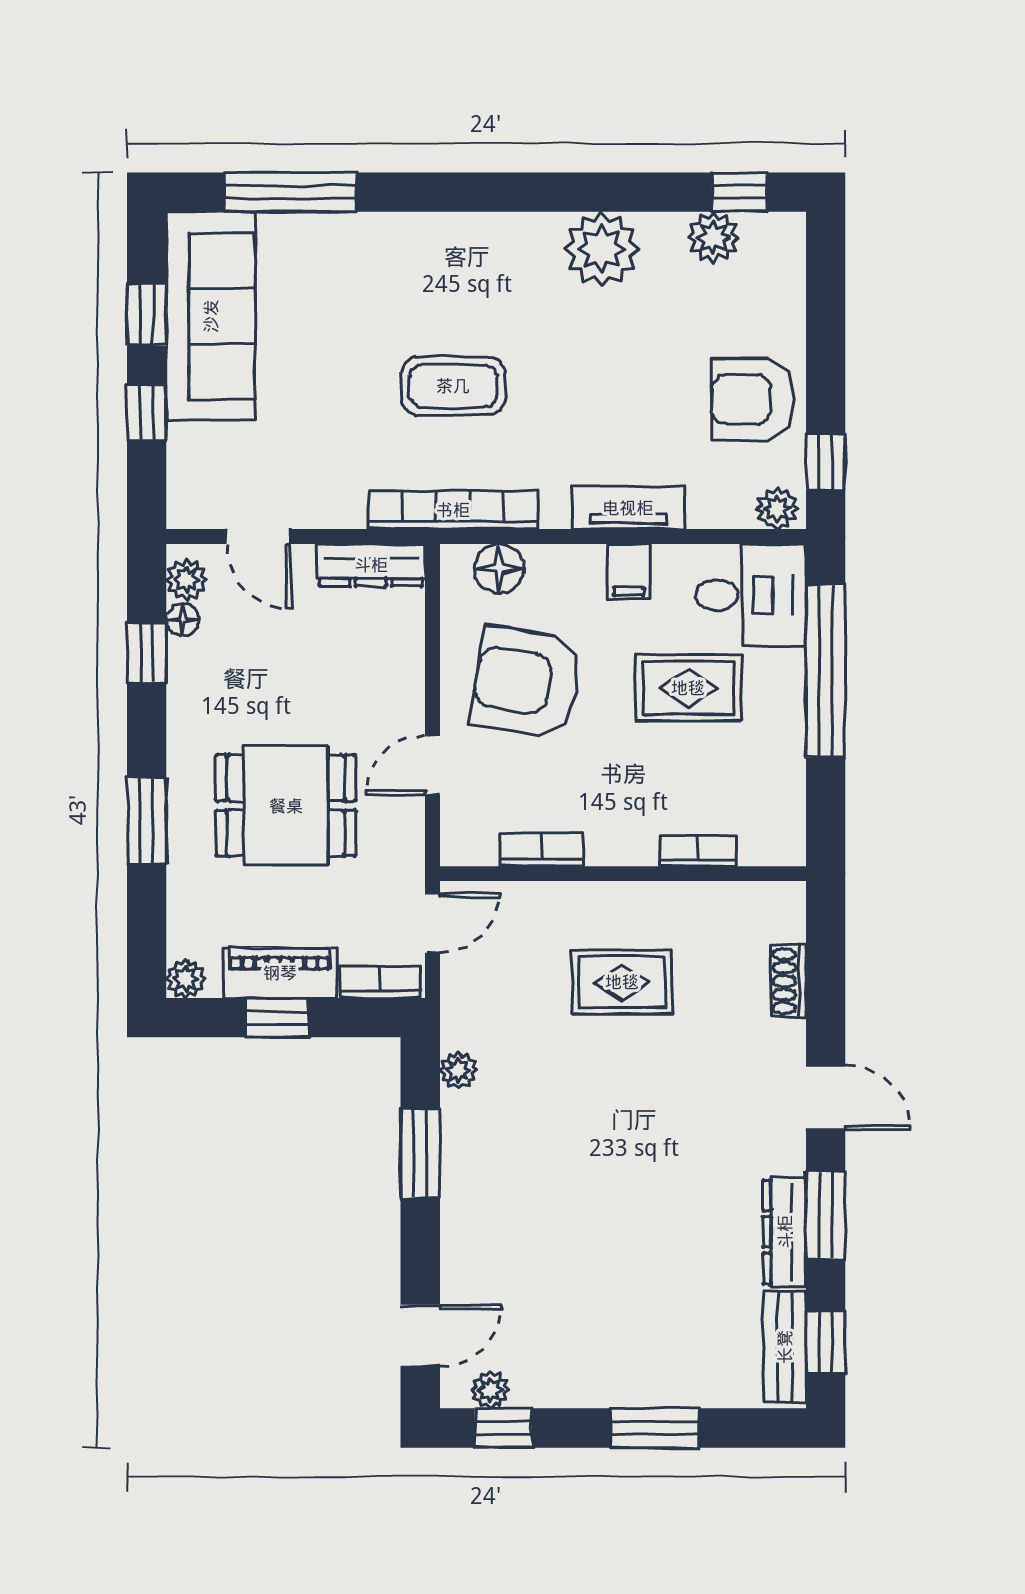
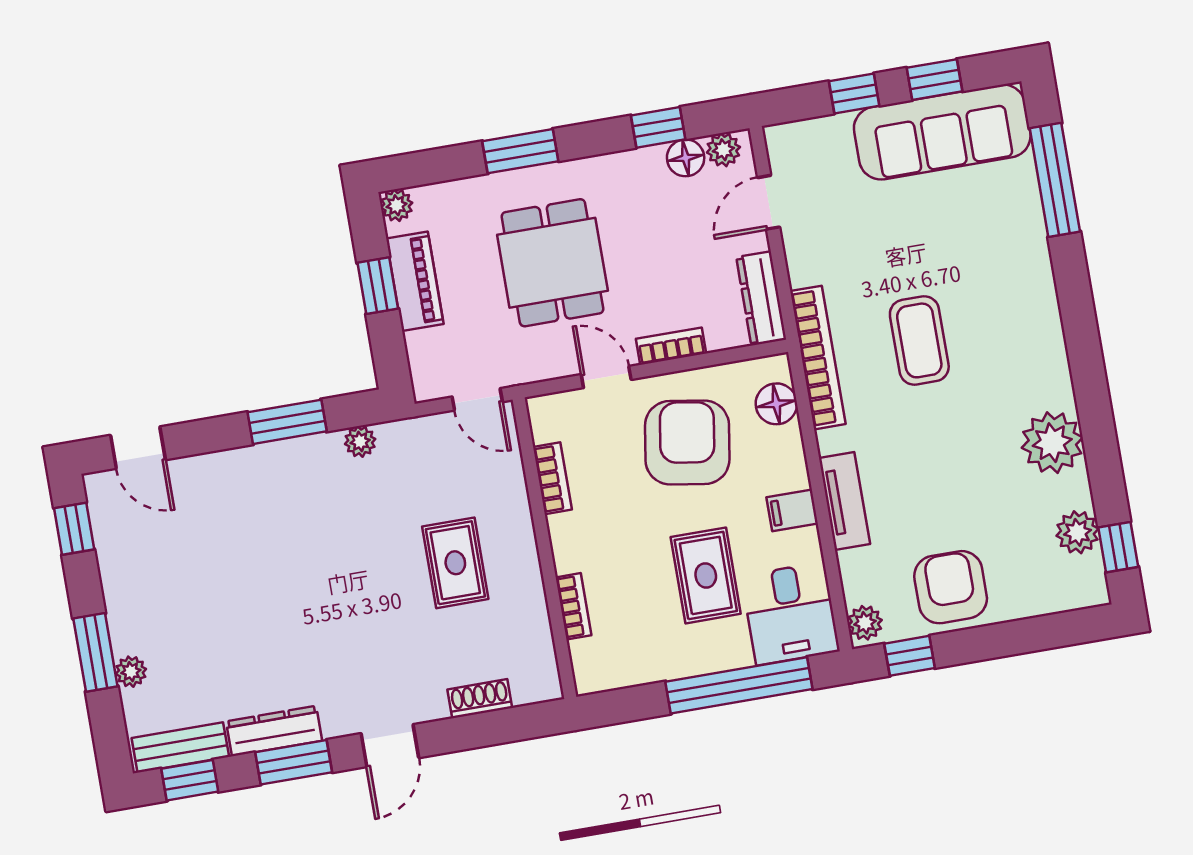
floor lamp: (183, 620) -> (686, 158), width x1.37, depth x1.37
bookcase: (380, 982) -> (671, 346), moved, turned -90
plant: (490, 1390) -> (131, 672), moved

